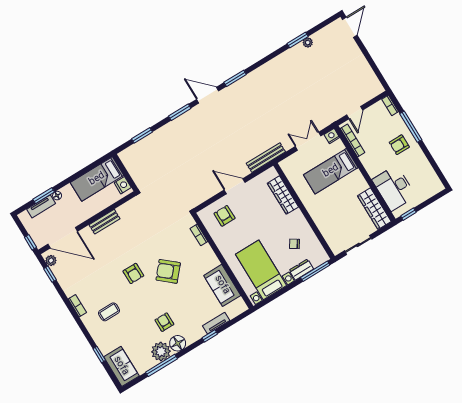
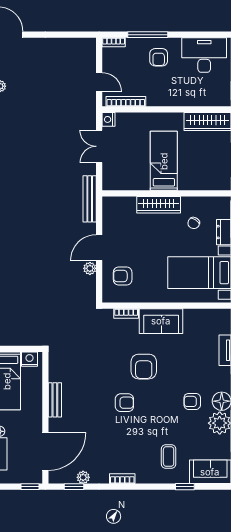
bed: (331, 171) -> (164, 161), moved, turned 180
desk: (394, 188) -> (204, 55), moved, turned 180
plant: (215, 189) -> (90, 268), added
wardrobe: (283, 195) -> (159, 205), moved
plant: (51, 260) -> (83, 477), moved
armchair: (168, 271) -> (144, 367), turned -41
sofa: (222, 285) -> (161, 321), moved
coffee table: (109, 312) -> (169, 457), moved

